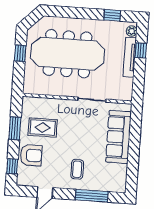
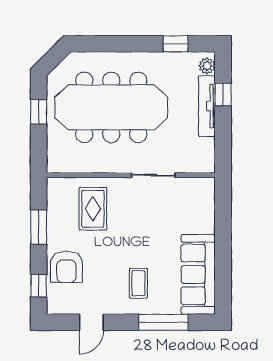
rug: (43, 128) -> (93, 209), moved, turned 90
sofa: (118, 137) -> (198, 274), moved
armchair: (31, 155) -> (66, 267), turned 90

